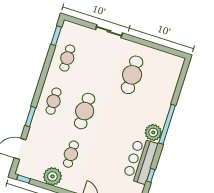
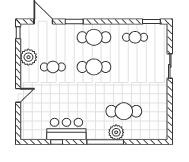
cafe table: (132, 75) -> (124, 111), moved
cafe table: (54, 101) -> (94, 37), width x1.37, depth x1.35
plant: (153, 132) -> (116, 132), moved

